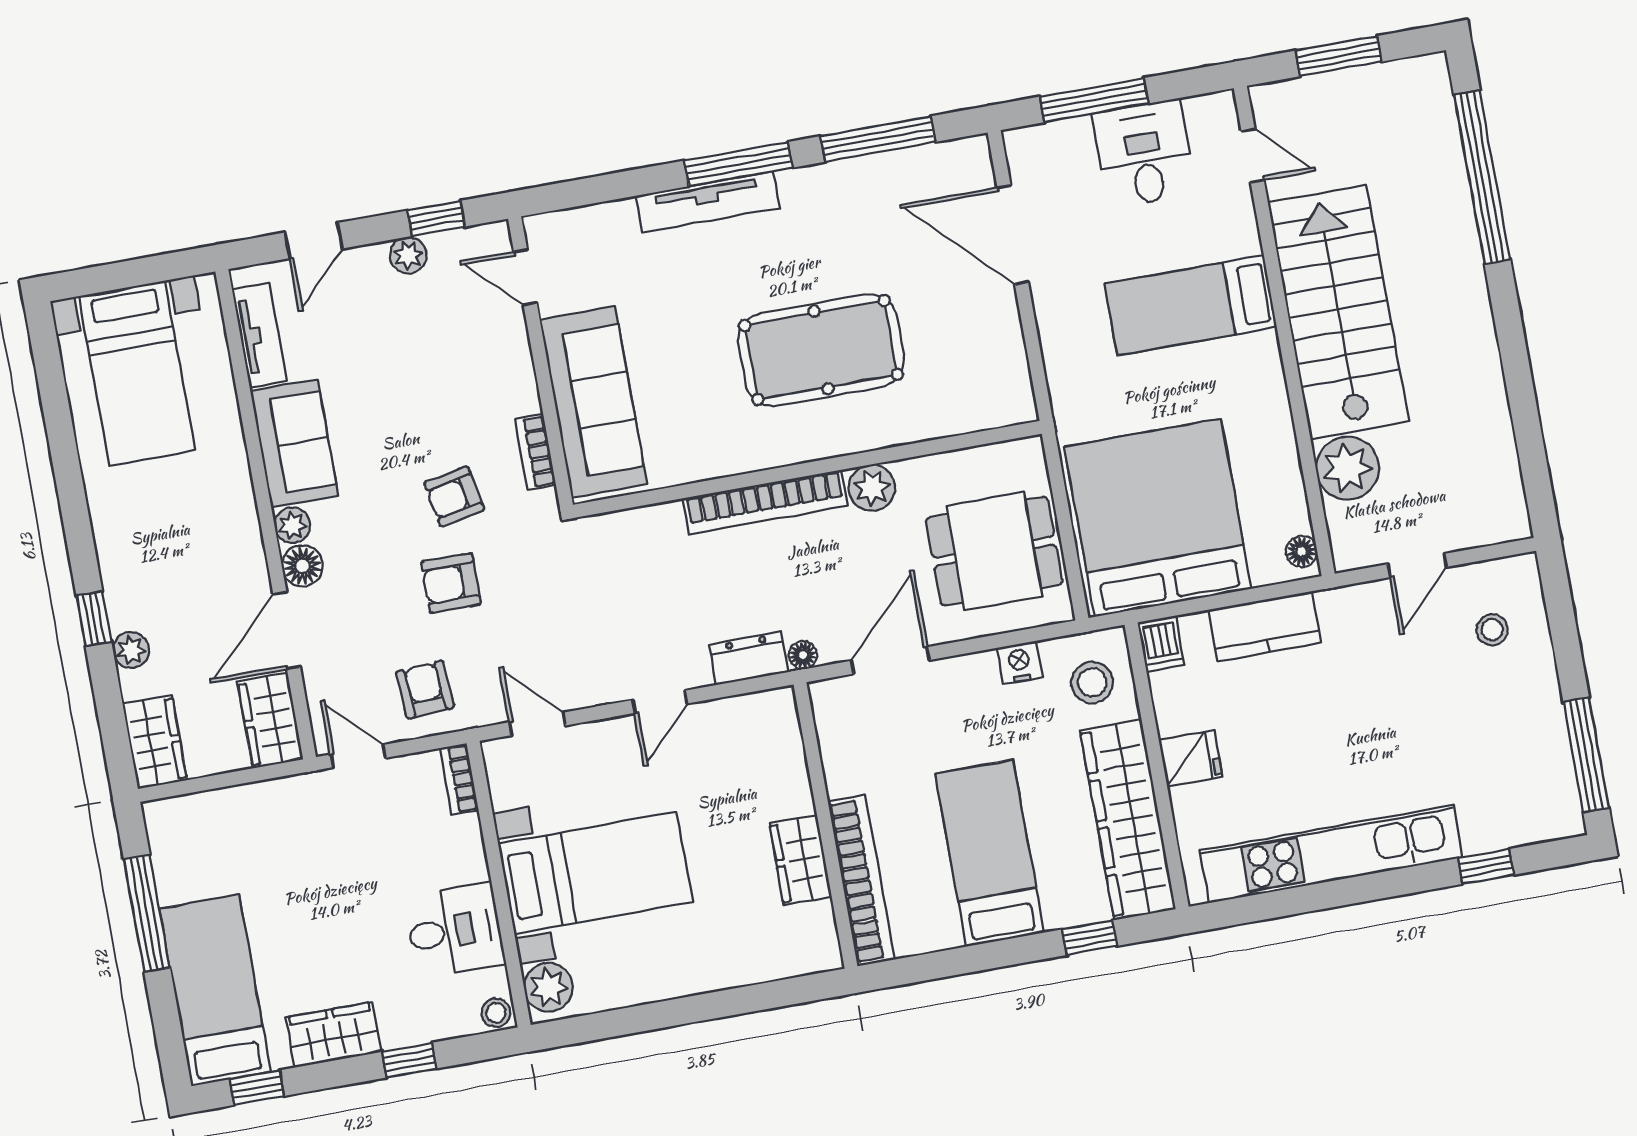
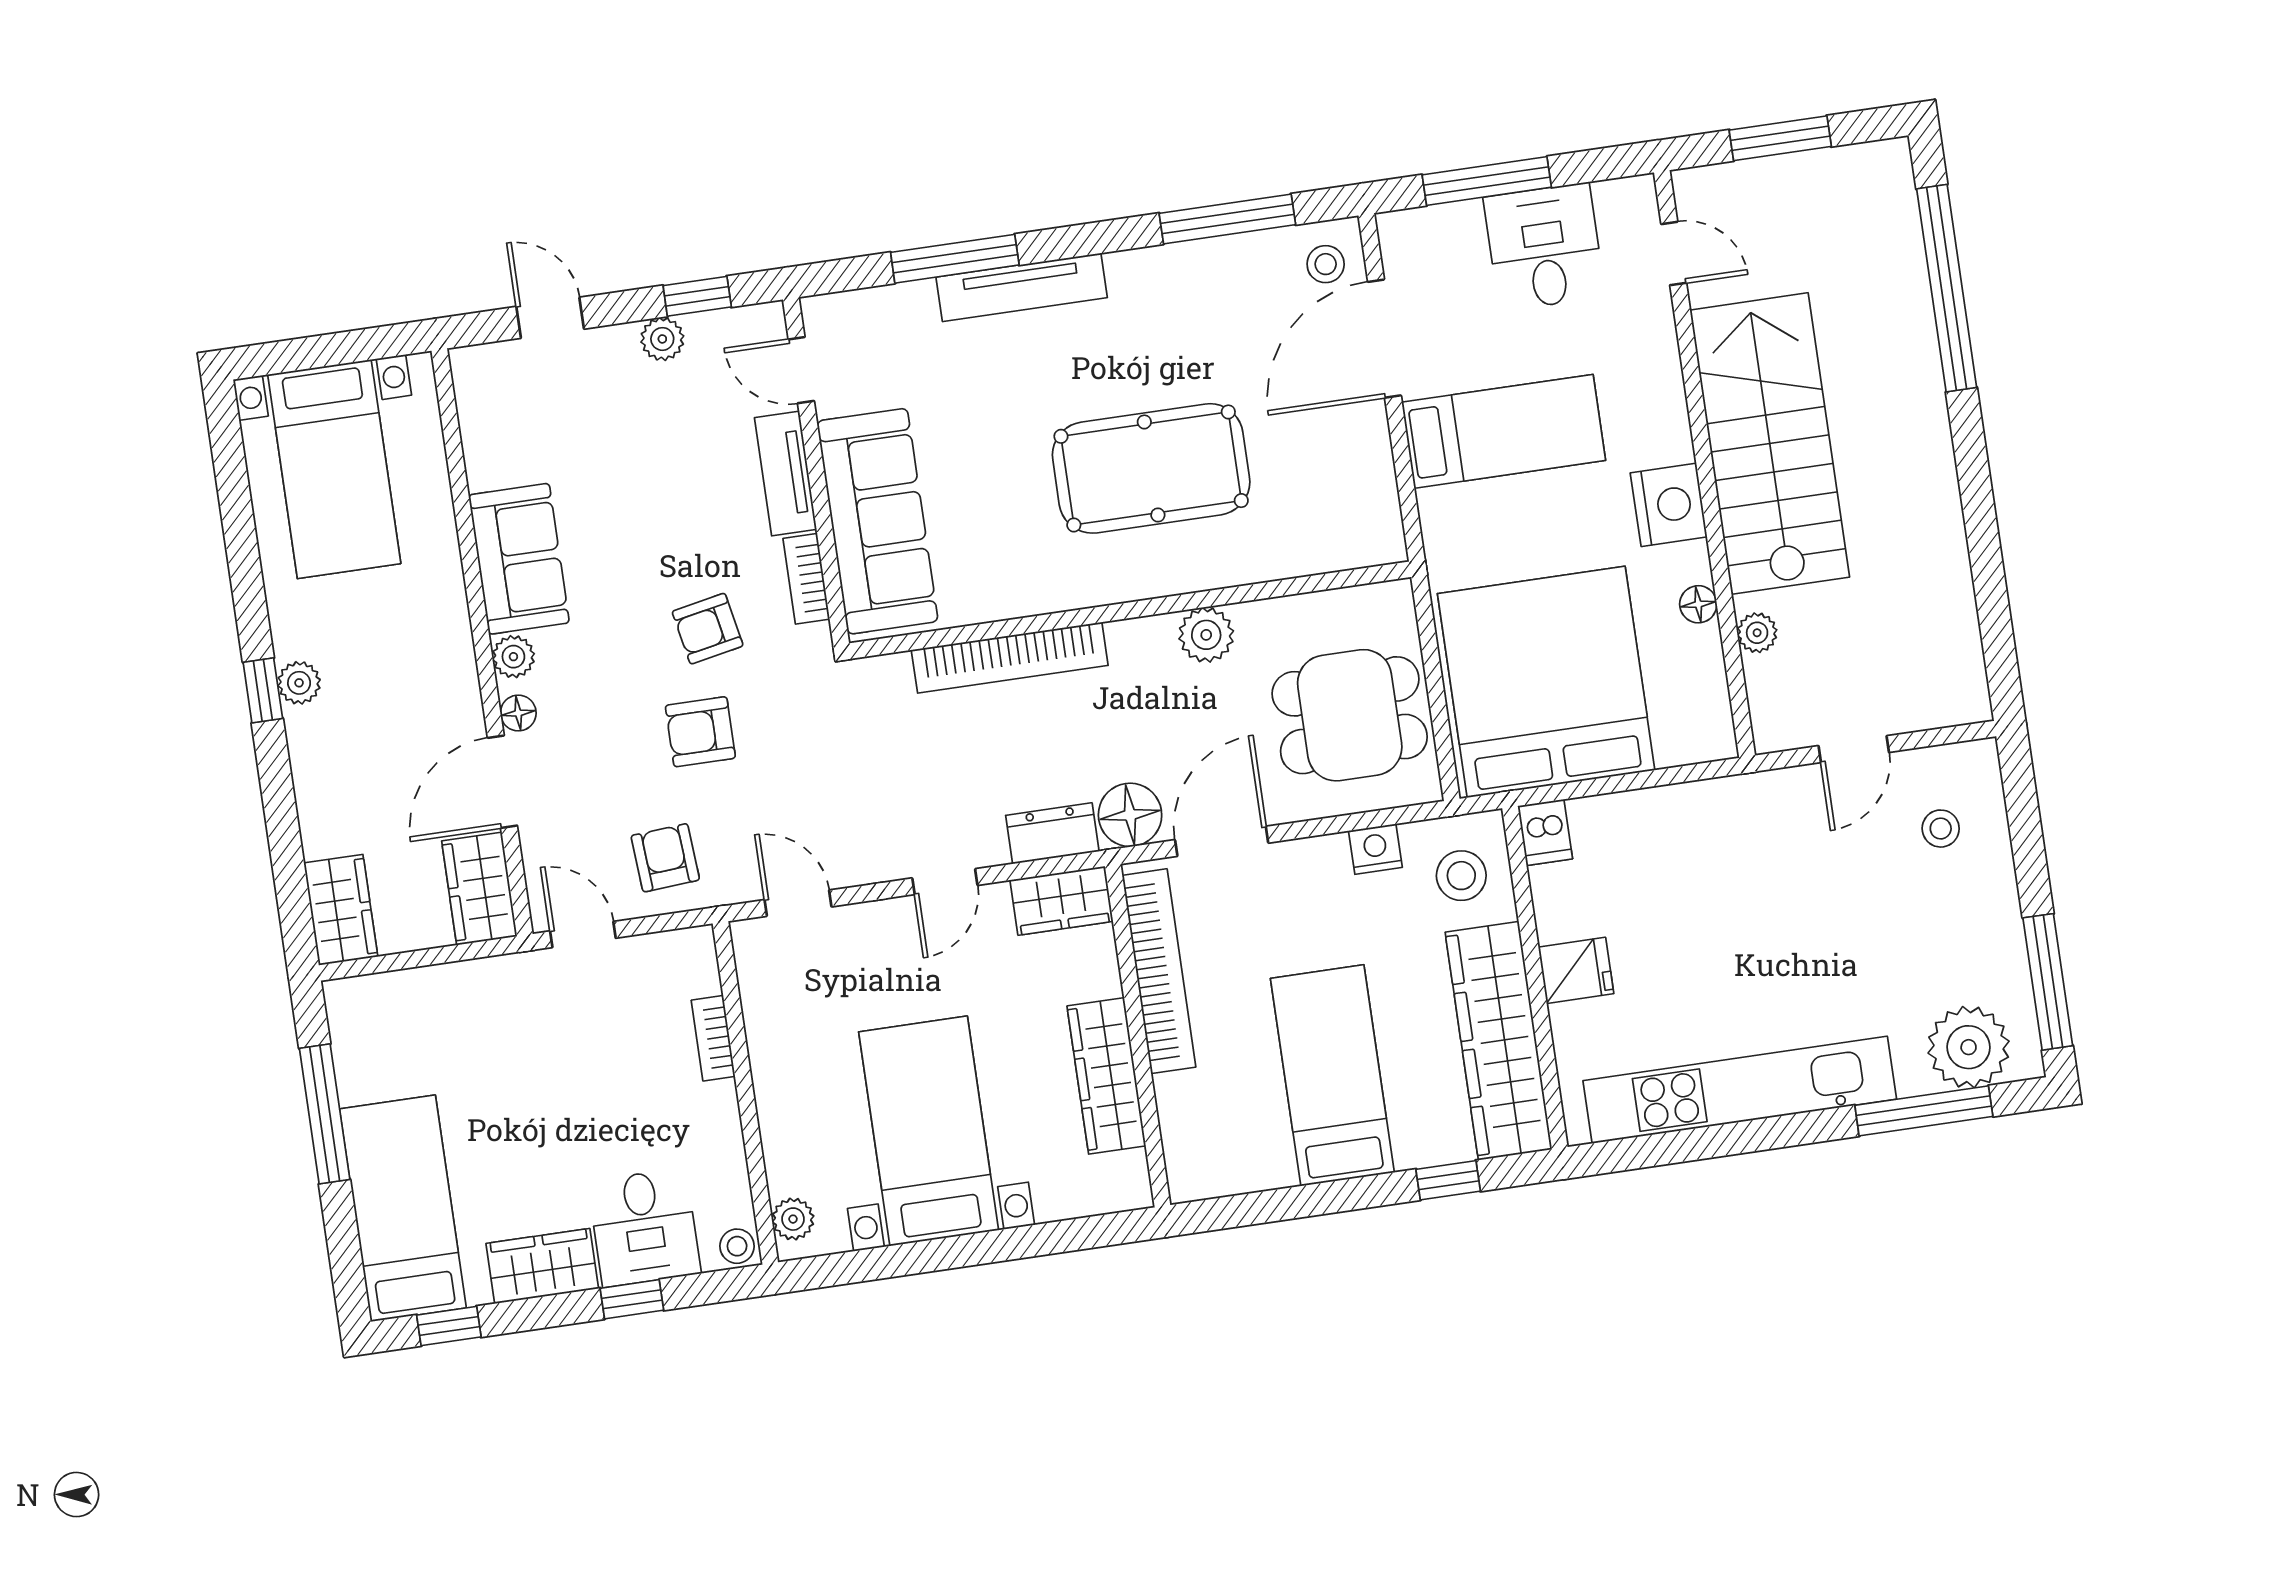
window: (738, 164) -> (955, 259), moved
stool: (961, 174) -> (1326, 264), added
door: (1013, 235) -> (1384, 339), hinge flipped
door: (314, 241) -> (550, 318), swing flipped
bed: (1191, 305) -> (1504, 431), moved, turned 180
tv unit: (259, 335) -> (785, 474), moved, turned 180
nightstand: (1255, 366) -> (1669, 505), added
plant: (1347, 468) -> (1757, 633), width x0.53, depth x0.53
bookcase: (765, 502) -> (1010, 658), moved
floor lamp: (1302, 551) -> (1698, 604), moved
floor lamp: (302, 566) -> (518, 713), width x0.73, depth x0.73
window: (94, 619) -> (263, 690), moved
kitchen counter: (1265, 626) -> (1670, 816), removed
plant: (131, 650) -> (299, 683), moved
floor lamp: (803, 655) -> (1130, 815), width x1.89, depth x1.89
wardrobe: (758, 714) -> (1061, 901), added
bookcase: (459, 779) -> (713, 1038), moved
plant: (1522, 812) -> (1969, 1047), added
wardrobe: (800, 860) -> (1106, 1076), width x1.50
window: (1486, 866) -> (1924, 1111), width x2.17
bed with nightstands: (595, 873) -> (929, 1131), moved, turned -90
bookcase: (861, 880) -> (1159, 971), moved
desk: (455, 931) -> (644, 1227), moved, turned 90
plant: (549, 987) -> (793, 1219), width x0.73, depth x0.73

